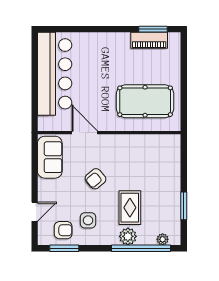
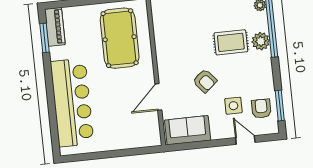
piano: (149, 40) -> (55, 27), moved
bar counter: (55, 74) -> (72, 103), moved, turned 90
side table: (88, 220) -> (233, 106), moved

